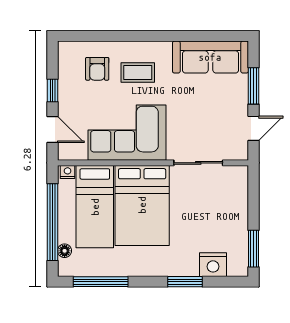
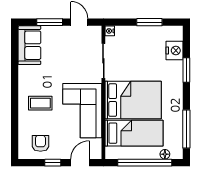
sofa: (210, 57) -> (29, 45), width x0.73
armchair: (97, 69) -> (40, 143), moved, turned -90
coffee table: (138, 73) -> (40, 103), turned 90
nightstand: (68, 172) -> (110, 31), moved
window: (254, 249) -> (149, 22), moved

